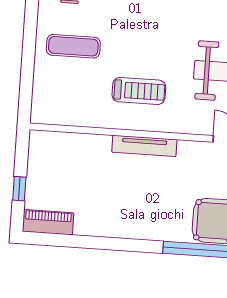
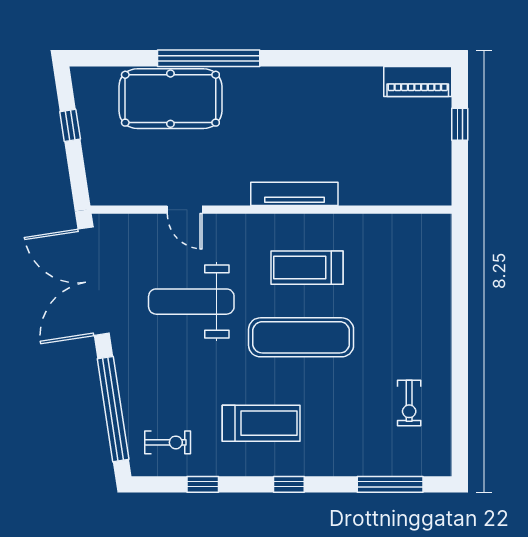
exercise mat: (73, 46) -> (301, 337), moved, width x1.36, depth x1.45

